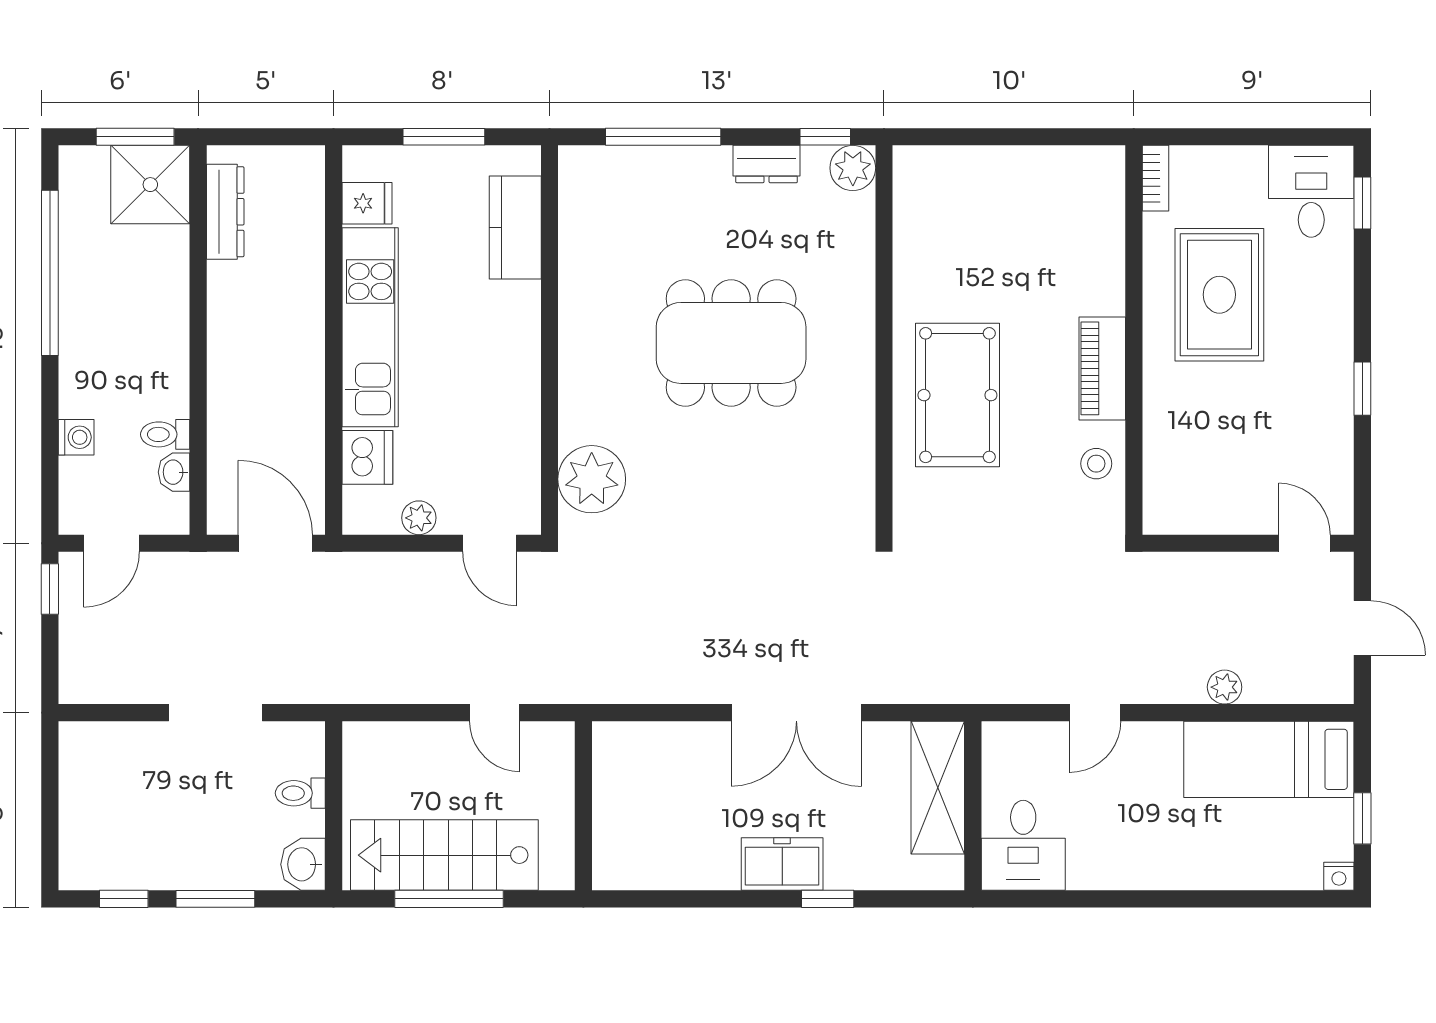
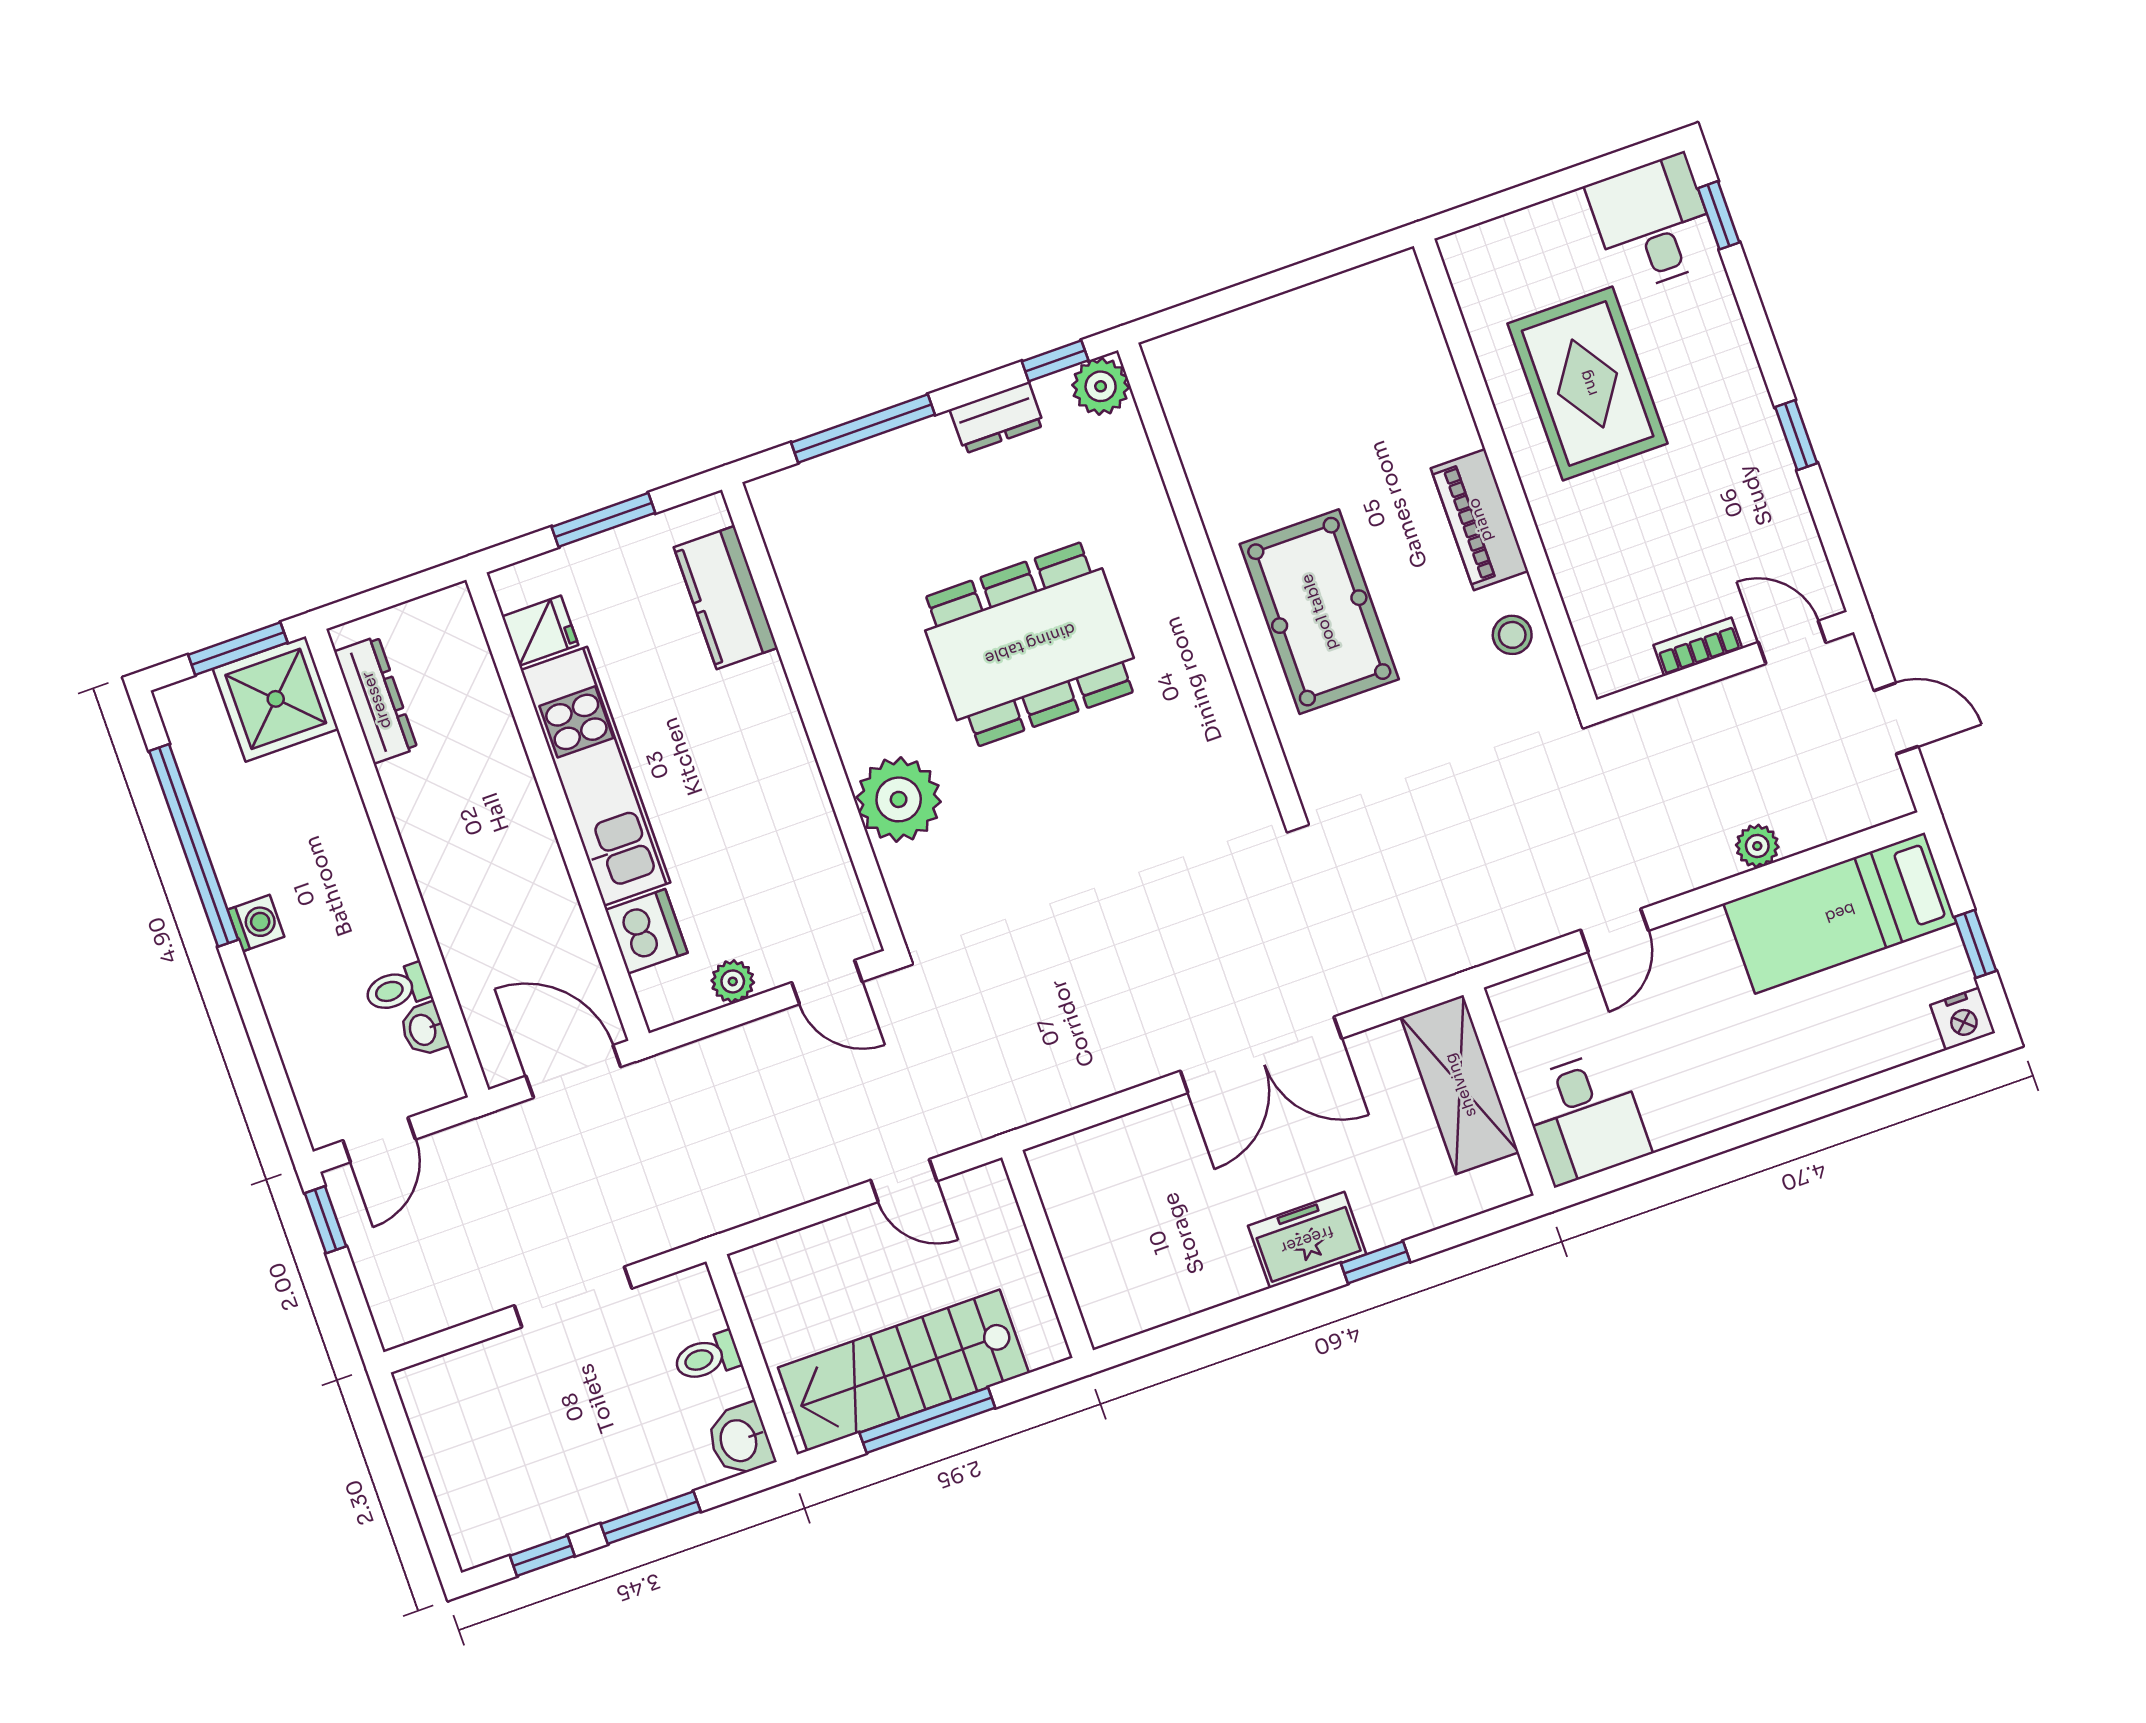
bookcase: (1155, 178) -> (1698, 647), moved, turned -90
washing machine: (76, 437) -> (256, 923), moved
plant: (592, 479) -> (899, 799), moved
nightstand: (1339, 876) -> (1963, 1019), width x1.39, depth x1.35

